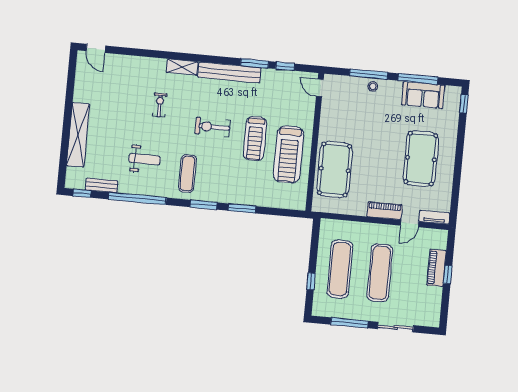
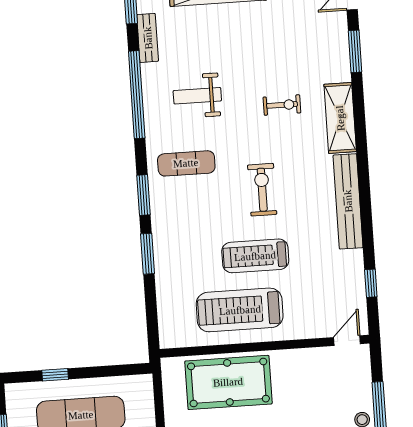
window: (255, 63) -> (355, 51), moved
shelving: (182, 67) -> (340, 118), width x1.50, depth x1.33
weight bench: (145, 159) -> (197, 96), turned 90

